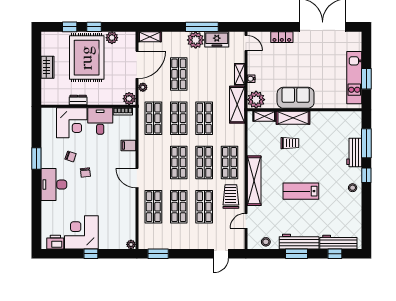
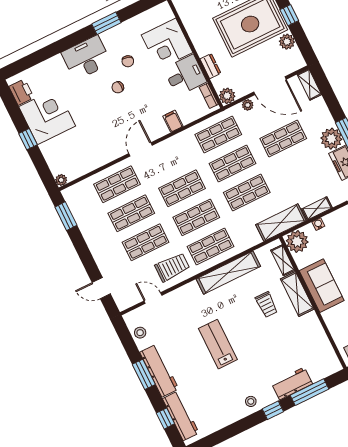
dresser: (78, 100) -> (210, 66), moved
shelving: (254, 181) -> (228, 273), moved

